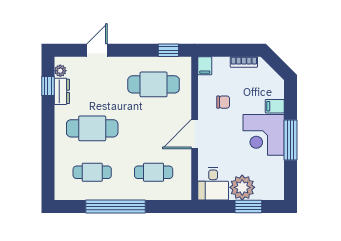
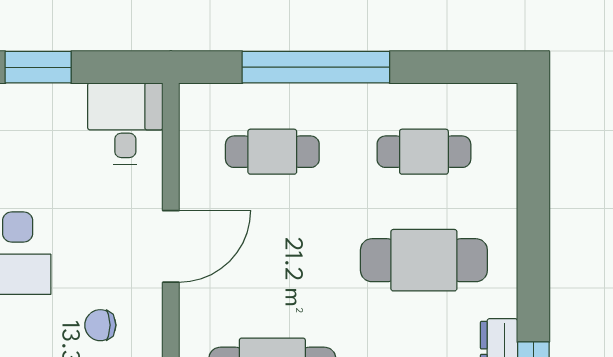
plant: (242, 187) -> (53, 114), removed
window: (116, 207) -> (316, 67), moved

